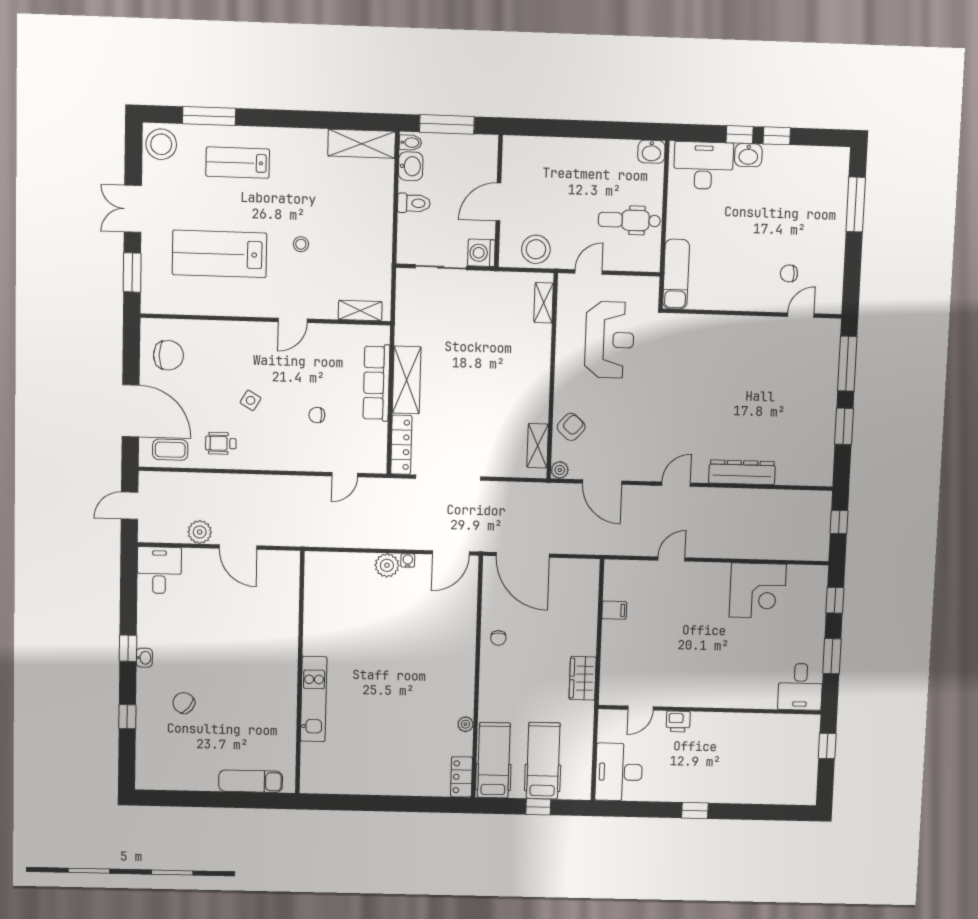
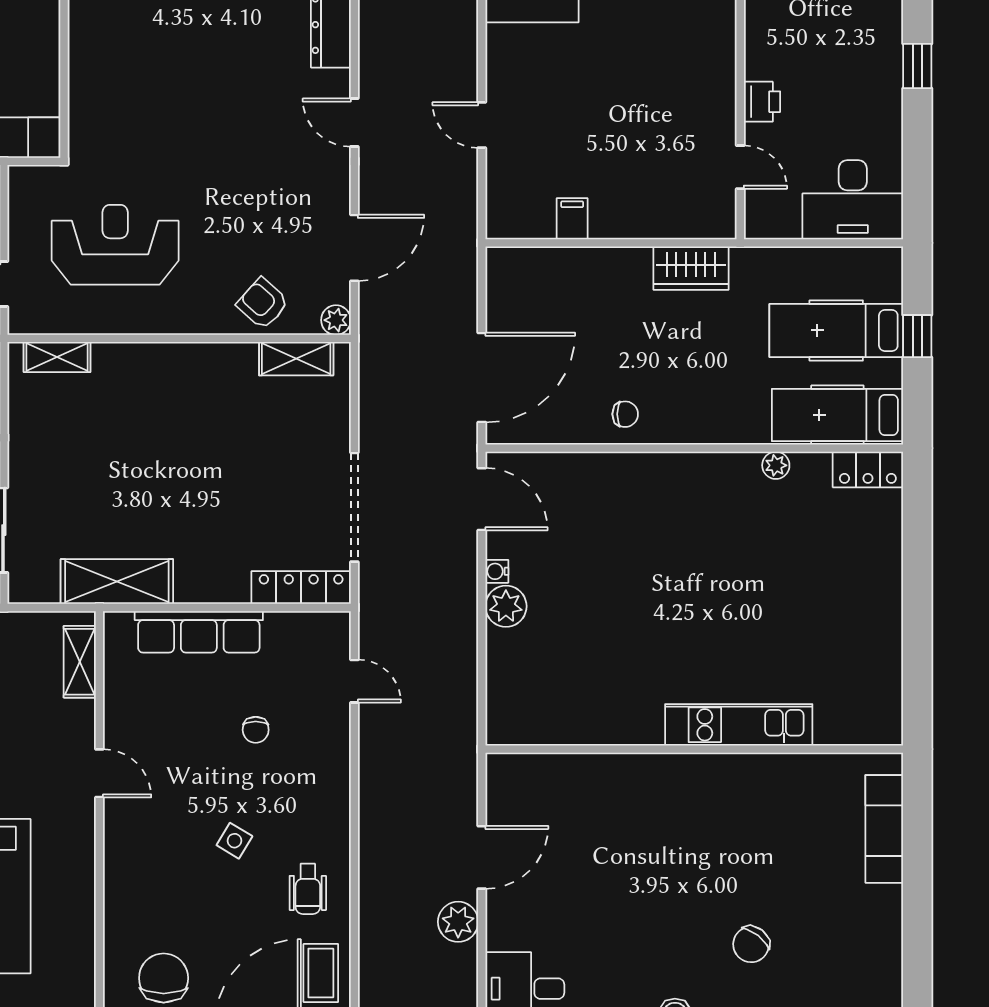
shelving: (407, 380) -> (117, 581), moved

